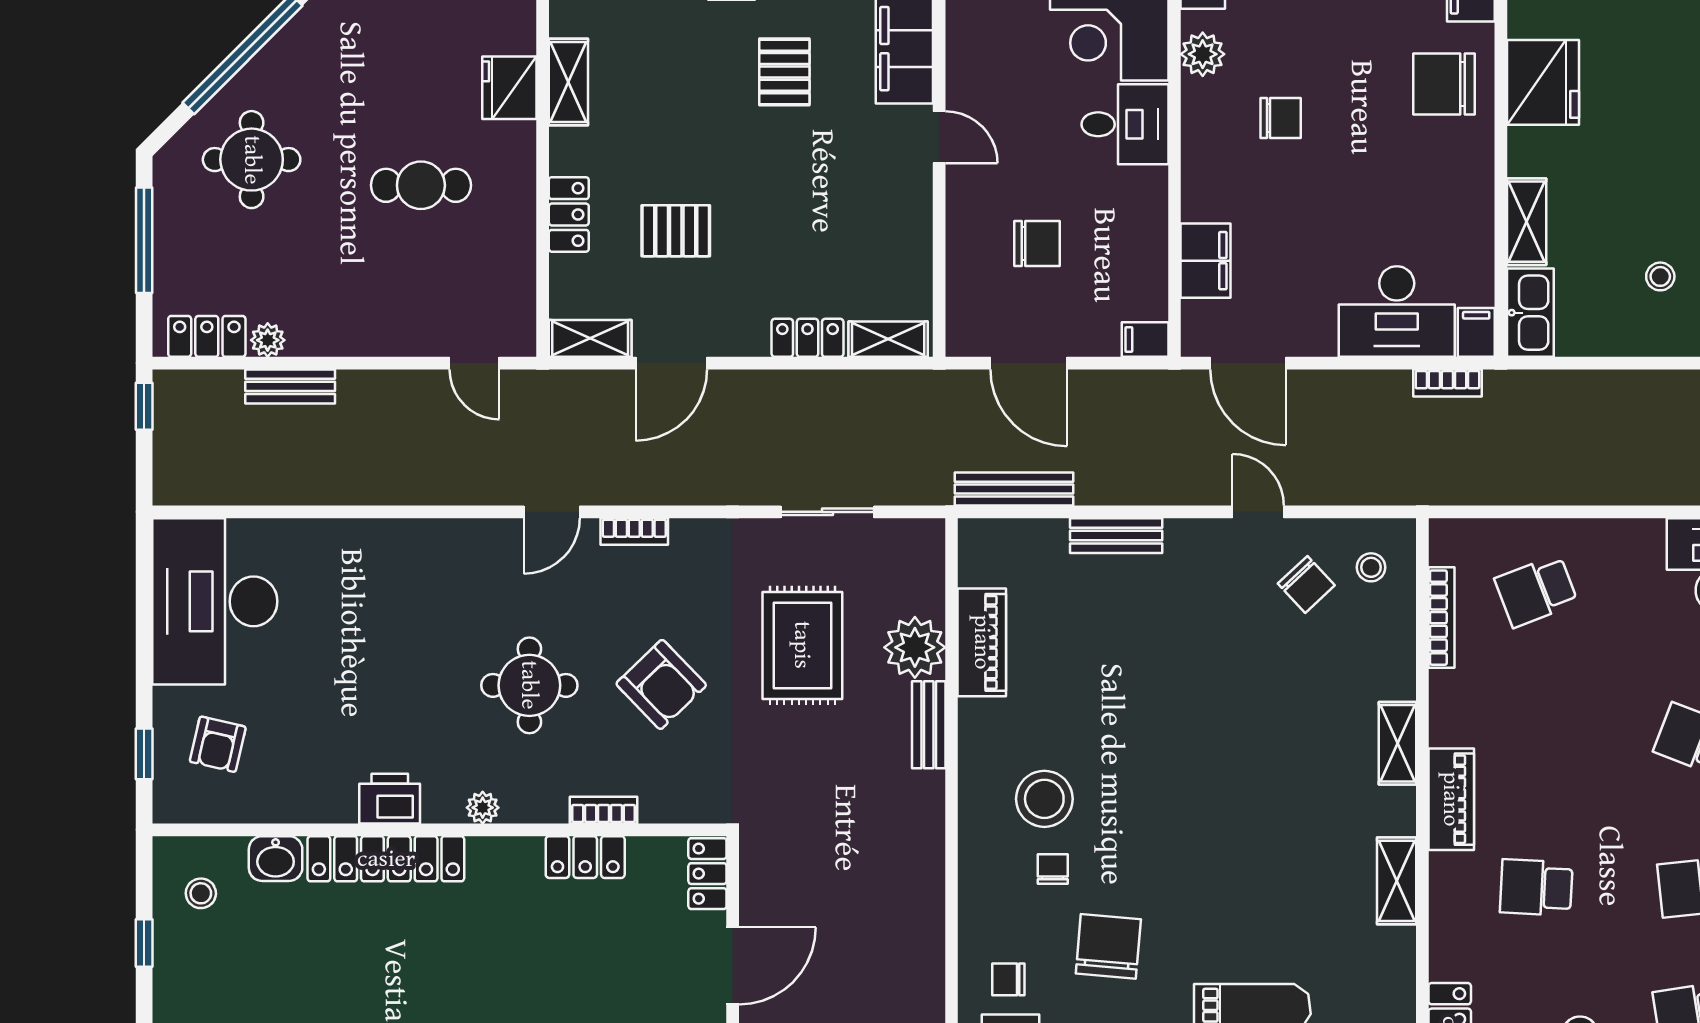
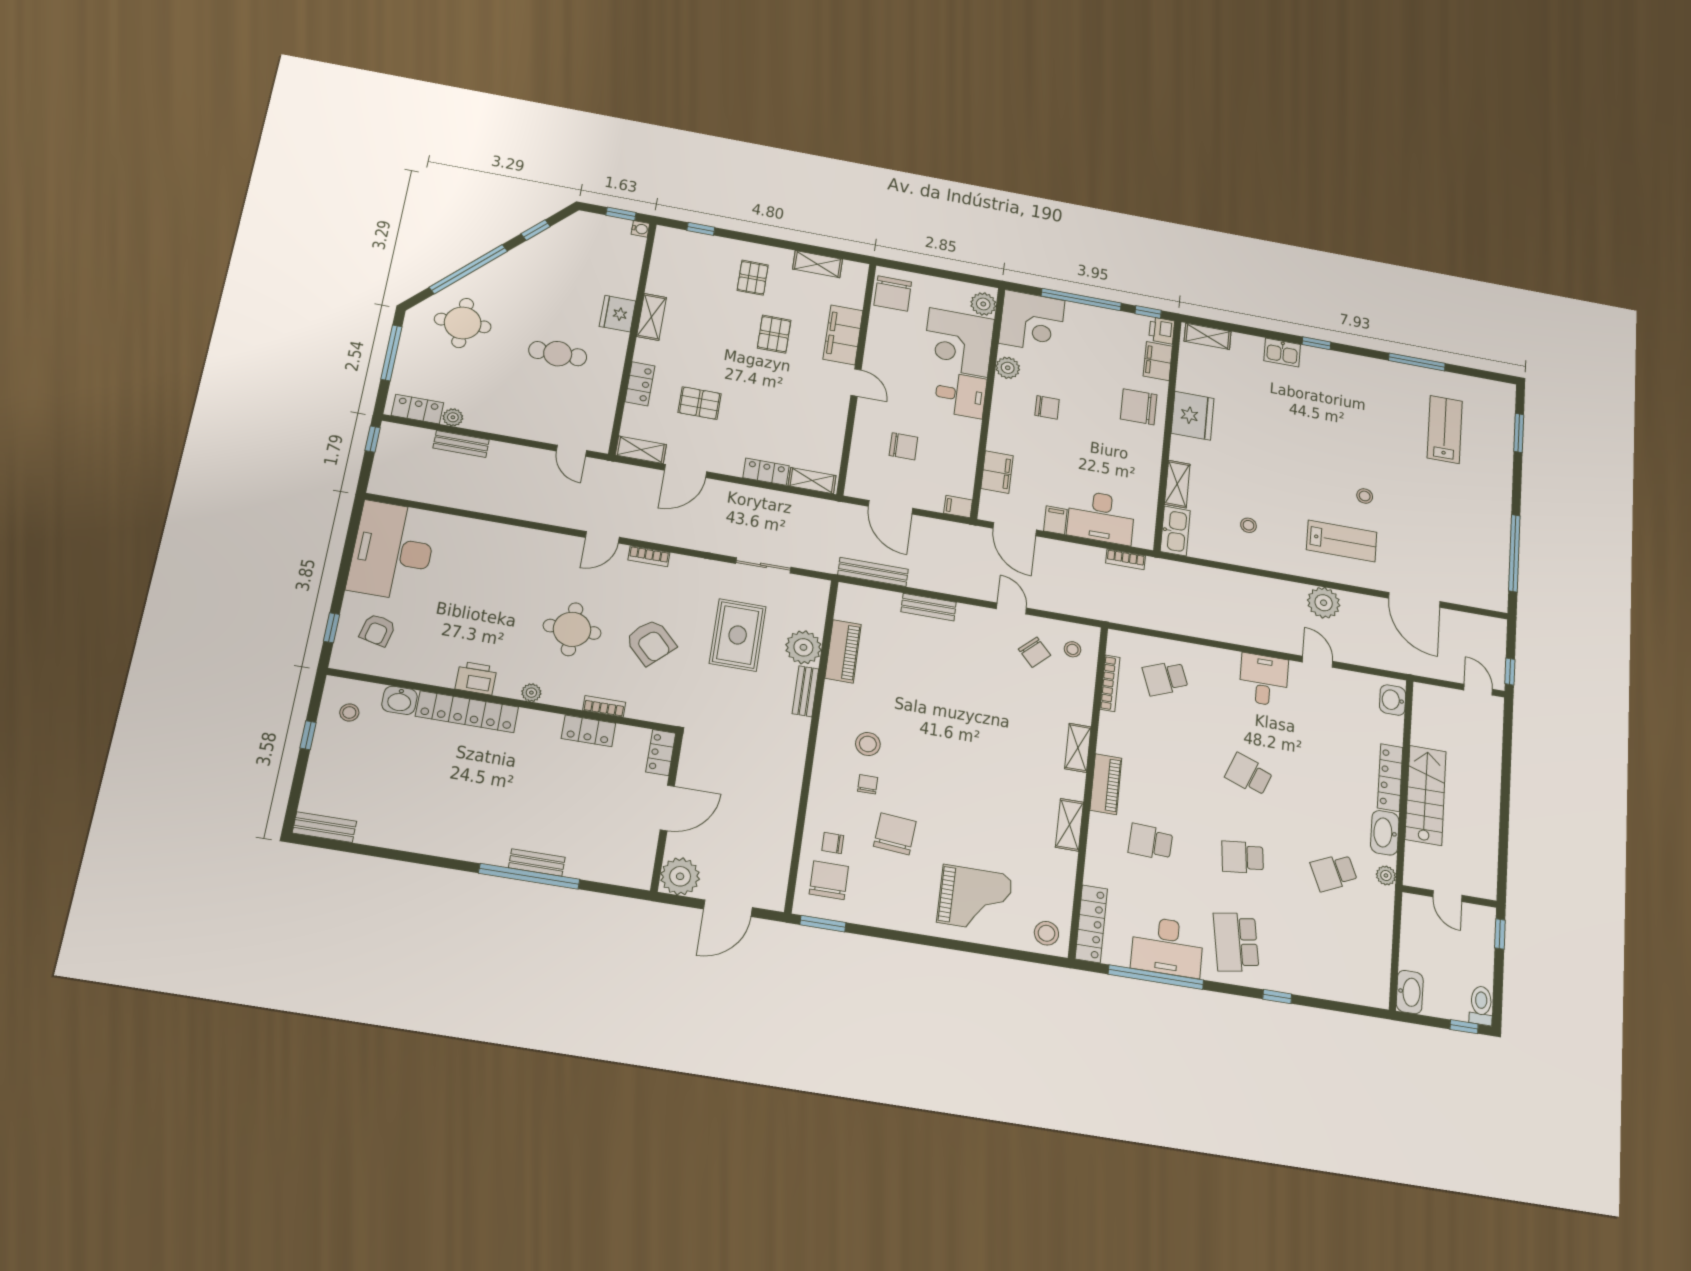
filing cabinet: (1476, 332) -> (1055, 520), moved
stool: (1044, 799) -> (868, 744), width x0.73, depth x0.73

